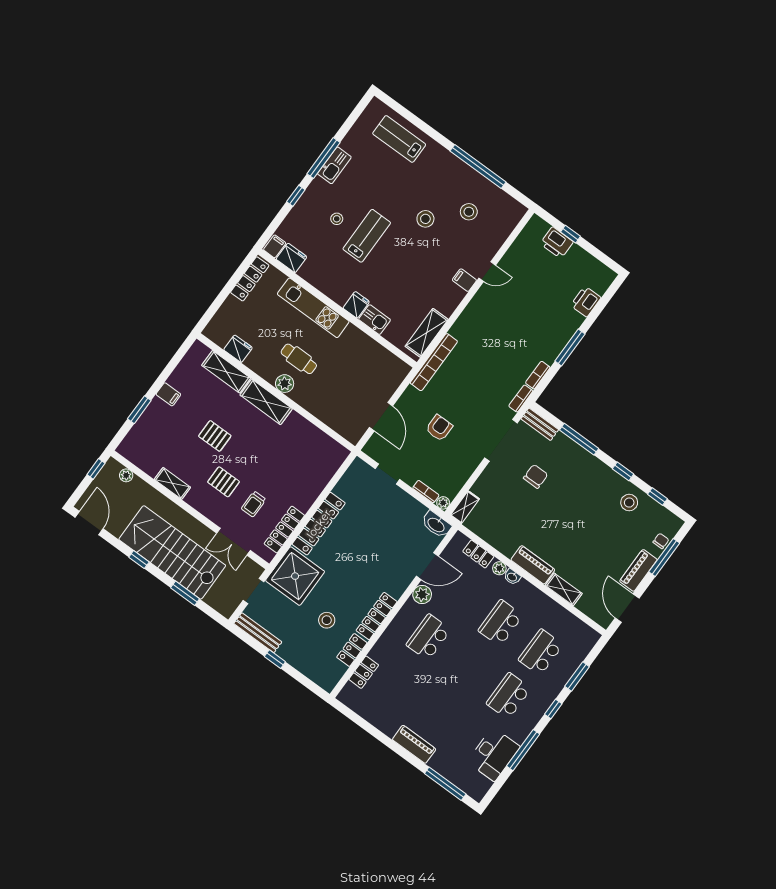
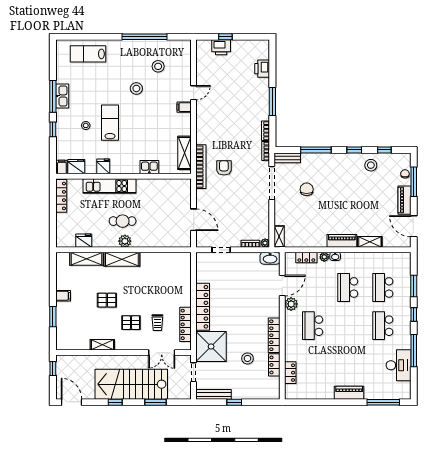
fridge: (356, 305) -> (103, 166), moved
armchair: (439, 428) -> (224, 168), moved
plant: (126, 475) -> (73, 360), removed

